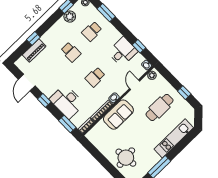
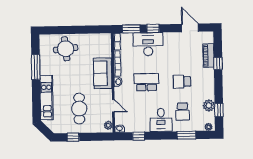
school desk: (92, 31) -> (182, 112), turned 180
desk: (123, 52) -> (161, 120), moved
school desk: (95, 77) -> (146, 82), width x1.85
window: (44, 100) -> (153, 28), moved

